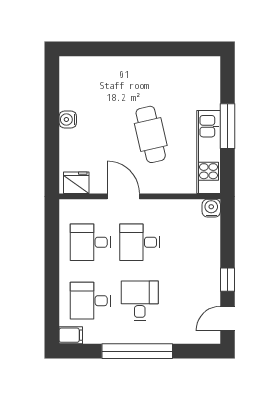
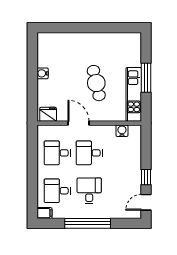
water cooler: (211, 208) -> (122, 131), moved

